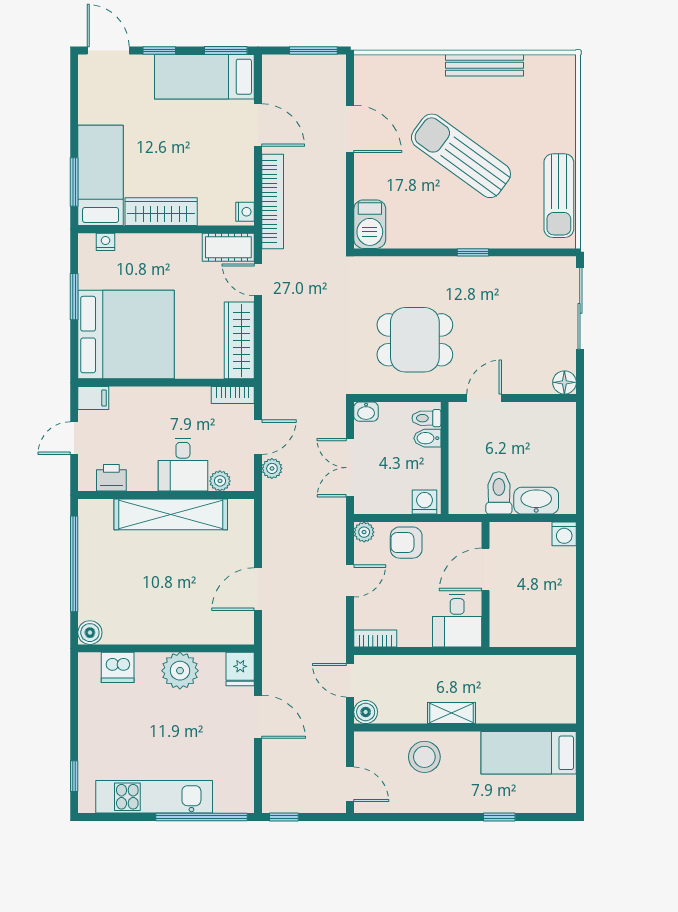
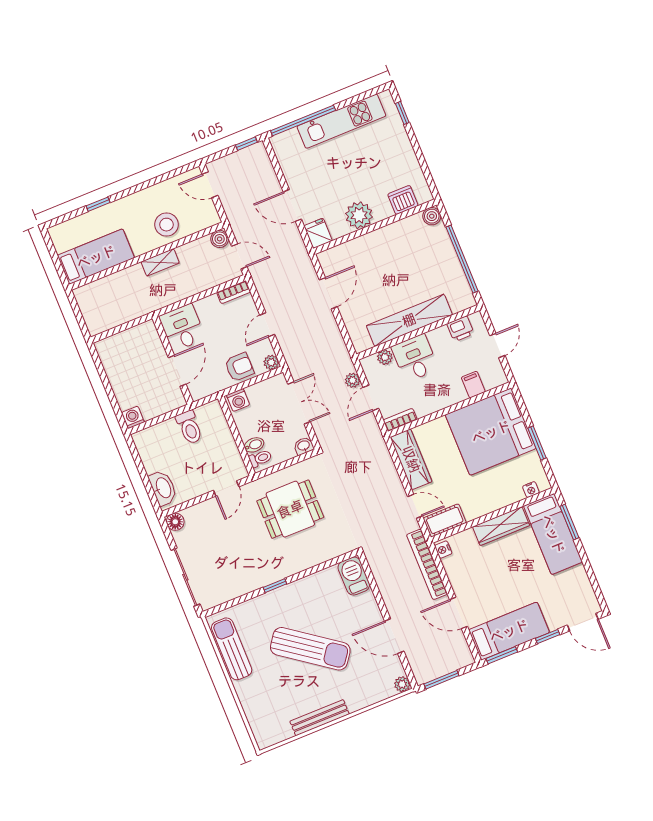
plant: (365, 65) -> (402, 684), added
filing cabinet: (93, 398) -> (473, 385), moved, turned 90
washbasin: (536, 501) -> (163, 488), moved, turned -90

